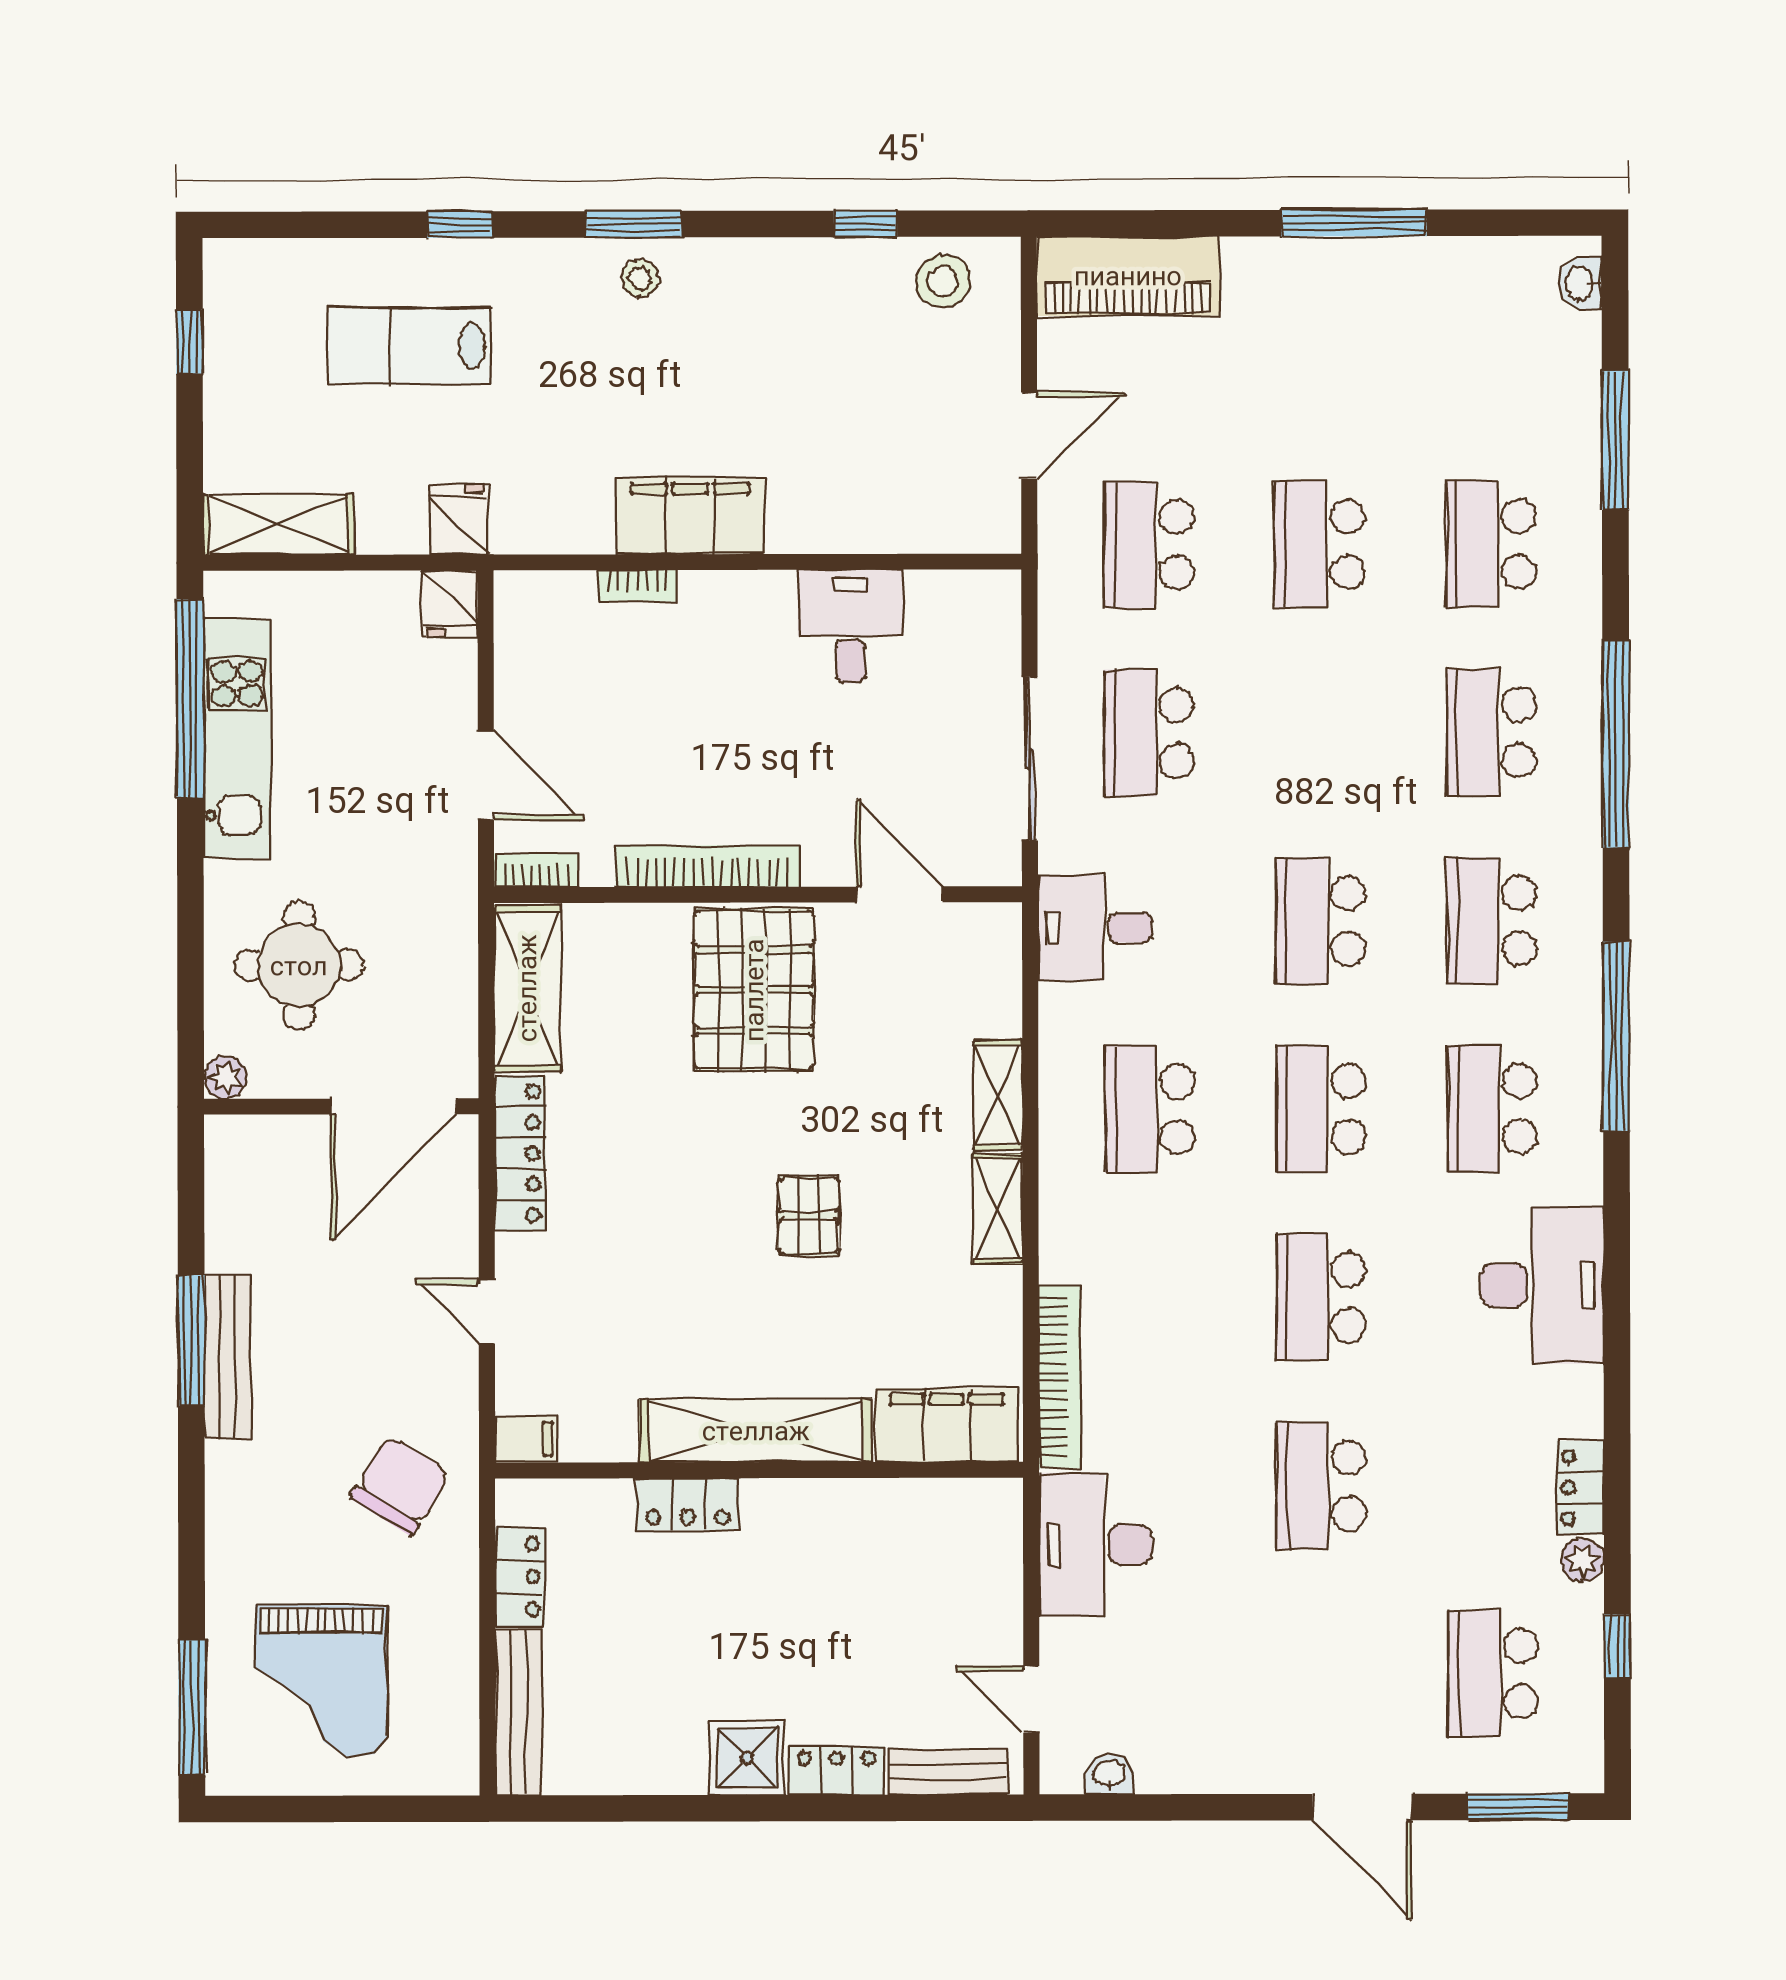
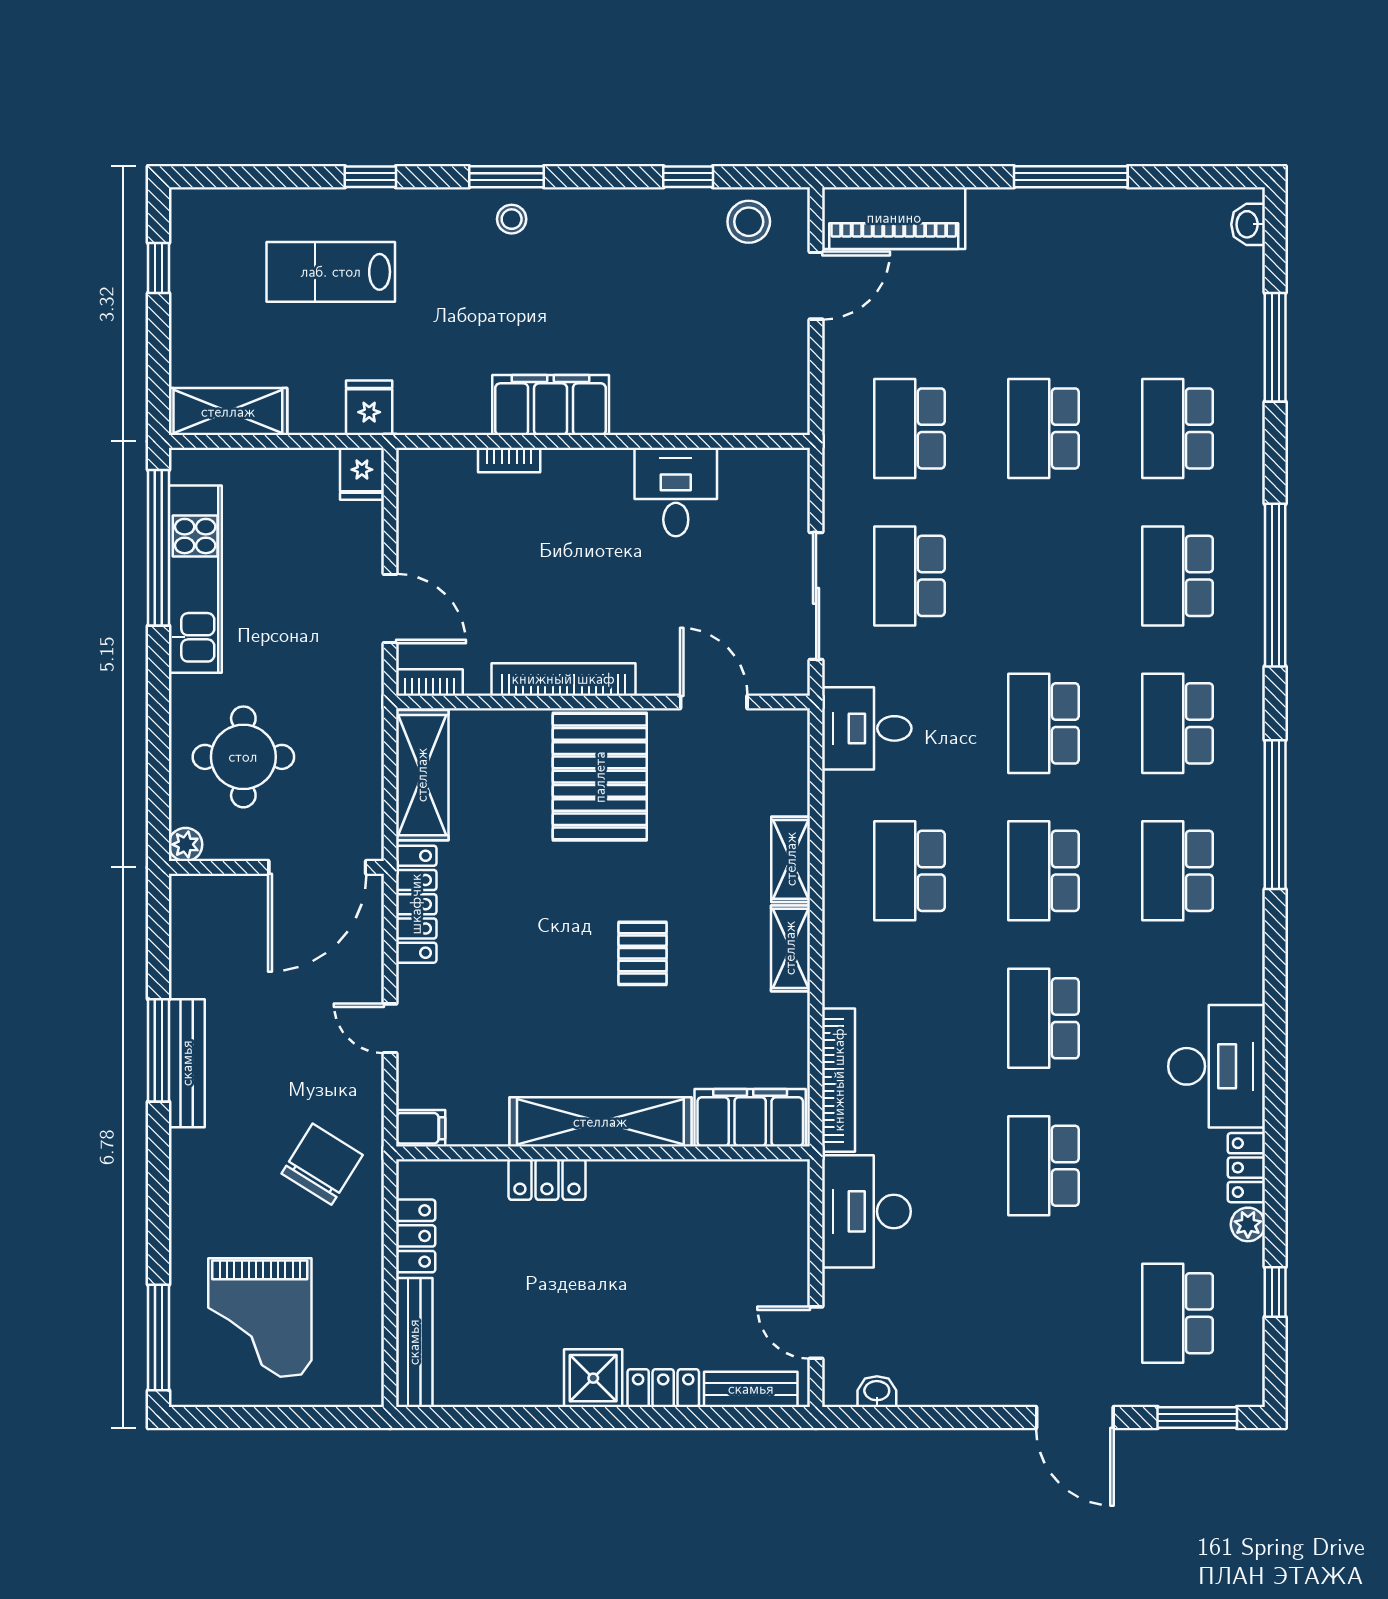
door: (1029, 436) -> (816, 286), moved
desk: (1542, 1285) -> (1217, 1066), moved

